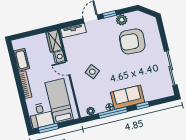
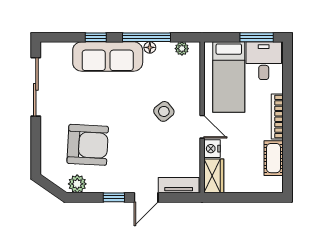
plant: (122, 20) -> (77, 184), moved
sofa: (128, 97) -> (108, 57), width x1.36

